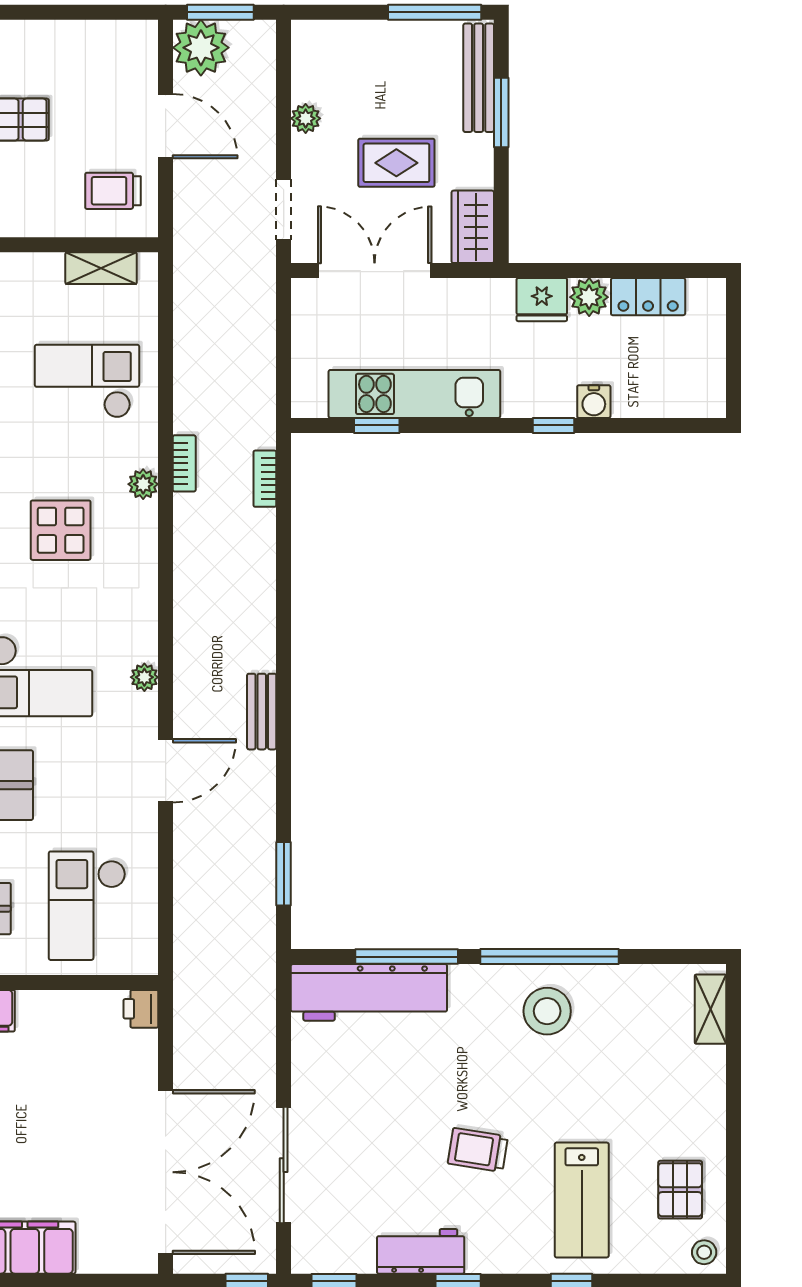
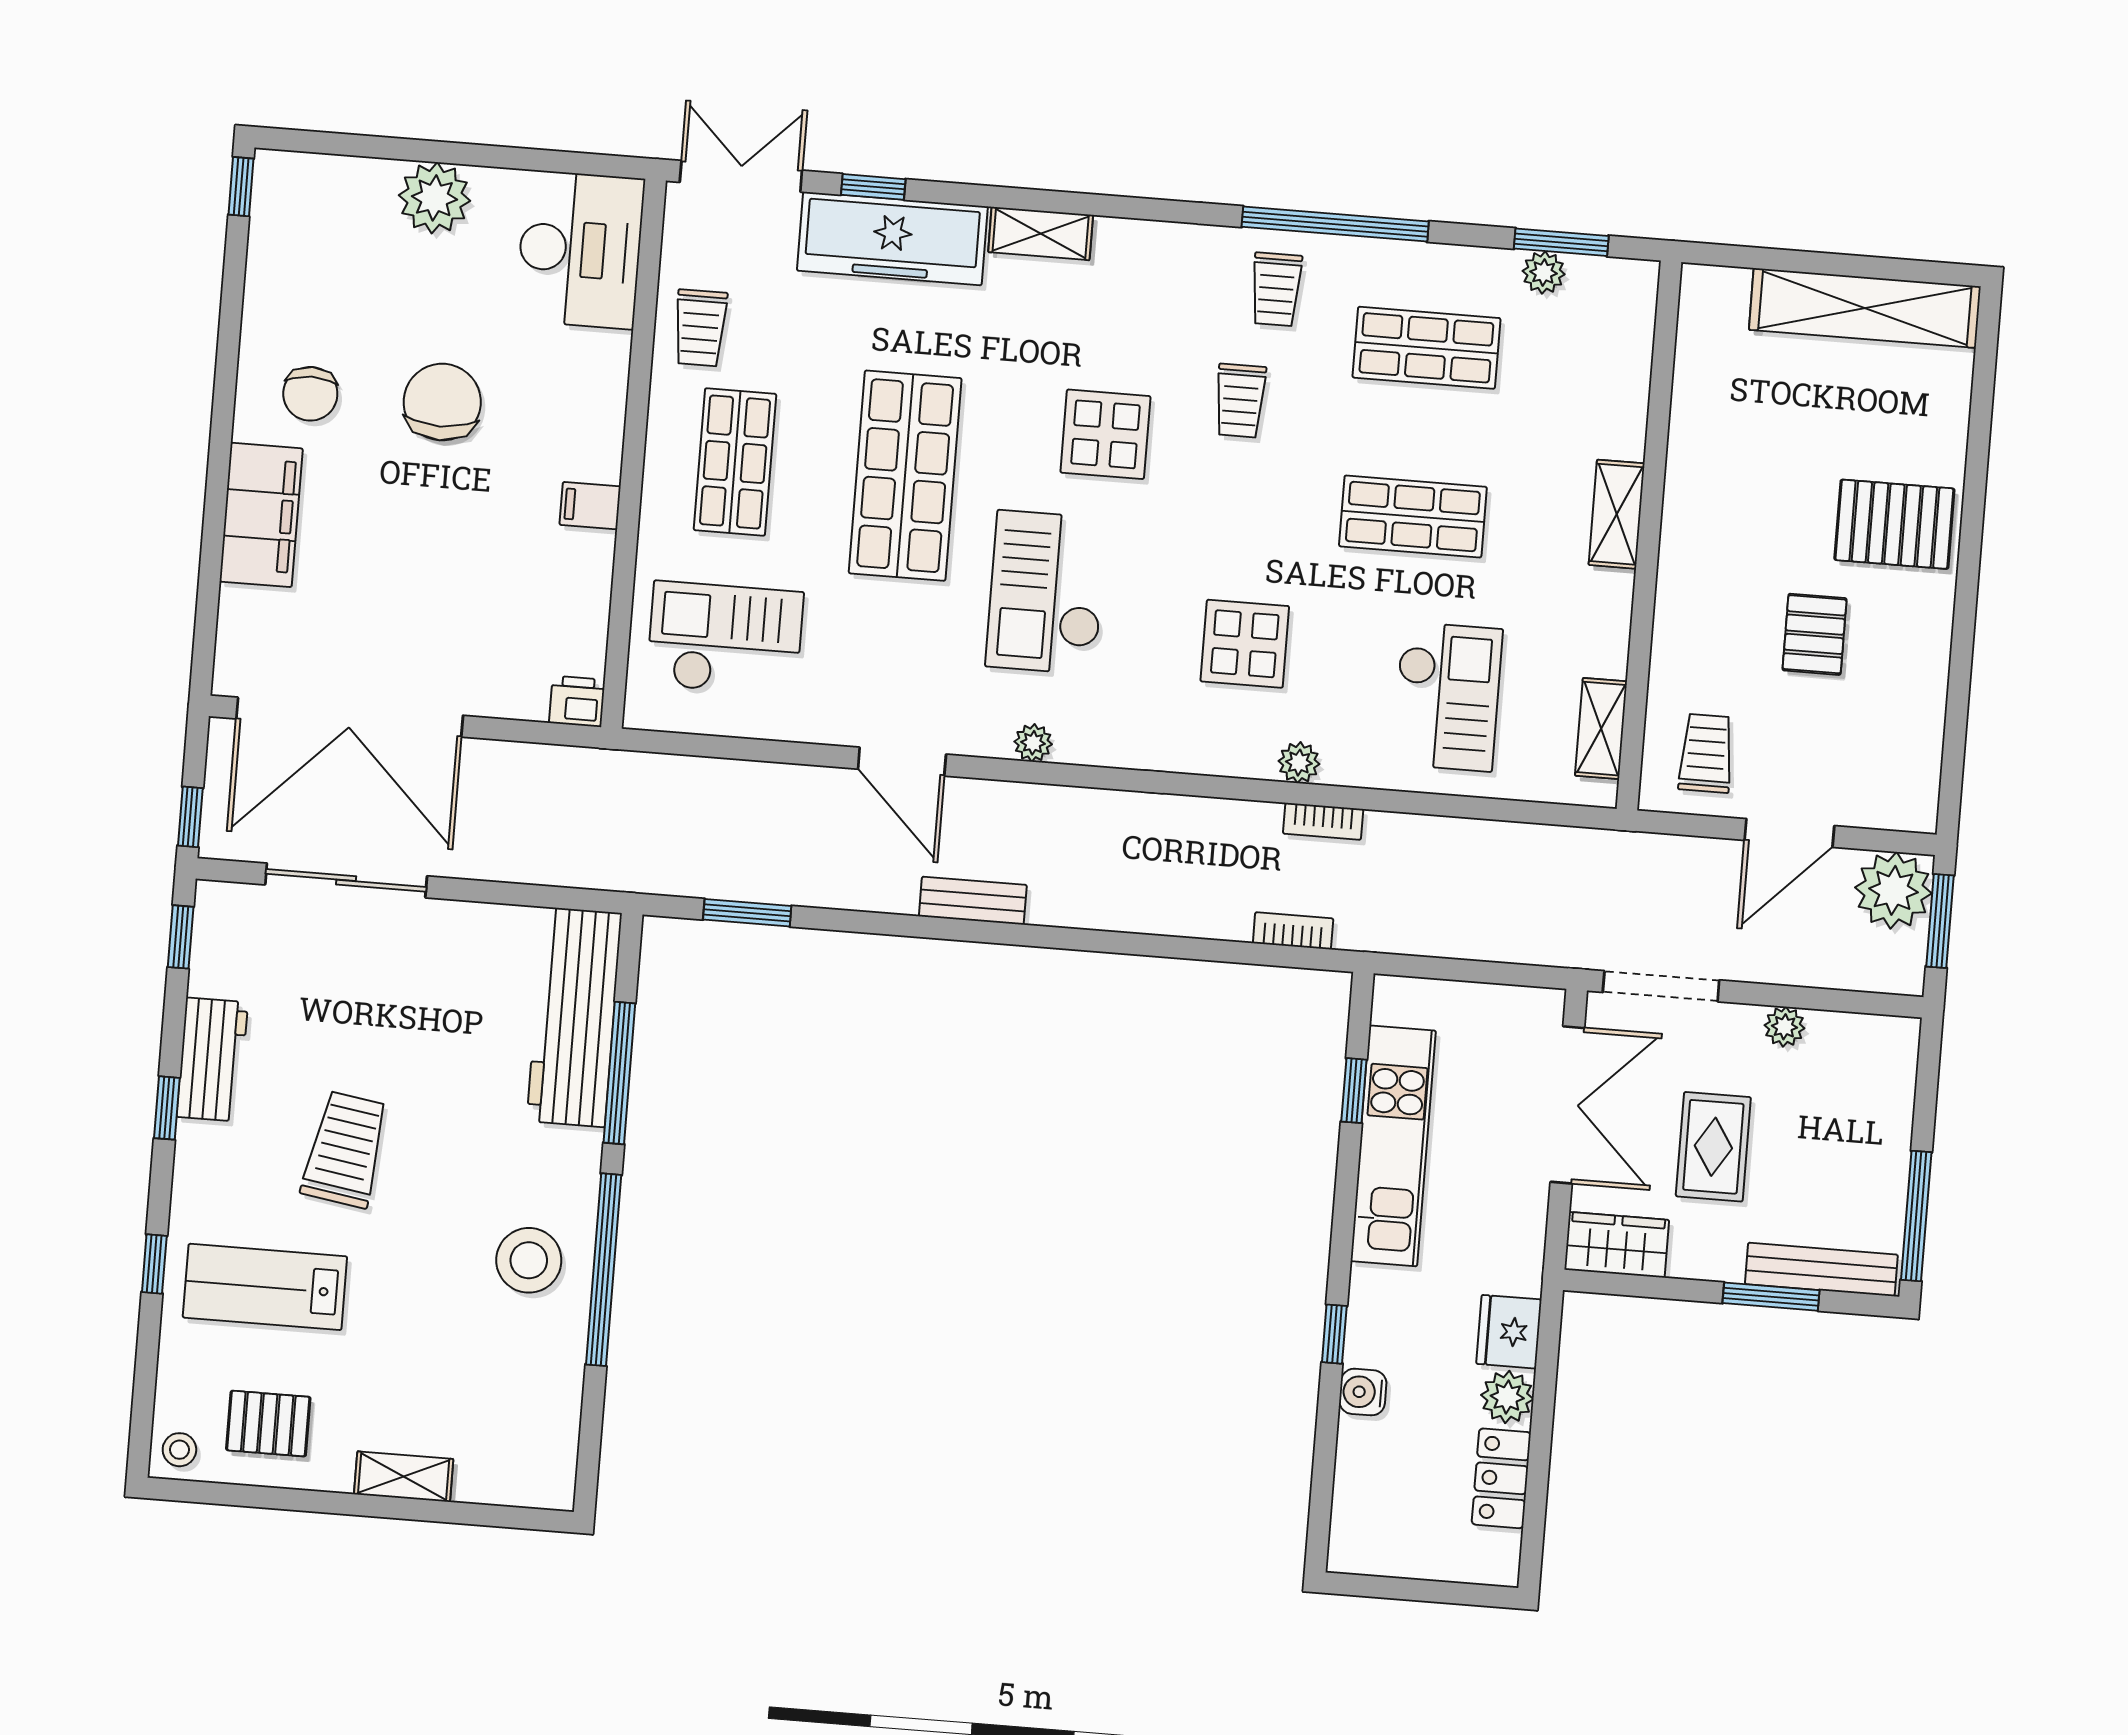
doorway: (284, 210) -> (1661, 986), width x1.38
shelving: (711, 1009) -> (404, 1477), moved
trolley: (478, 1150) -> (345, 1149), width x1.36, depth x1.39

